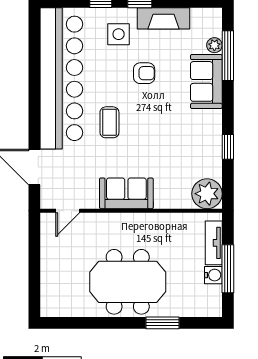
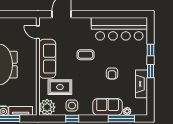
side table: (119, 34) -> (72, 106), moved
bar counter: (61, 78) -> (119, 29), width x0.73
rug: (170, 170) -> (60, 87), added
sofa: (126, 193) -> (47, 59), width x1.36

